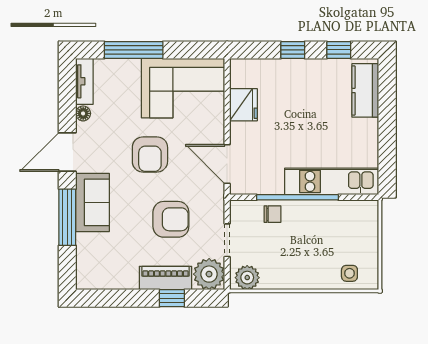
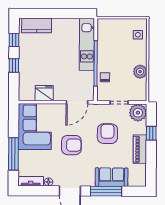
sofa: (92, 202) -> (112, 177), moved
piano: (166, 278) -> (140, 149), moved
plant: (247, 278) -> (140, 72), moved

